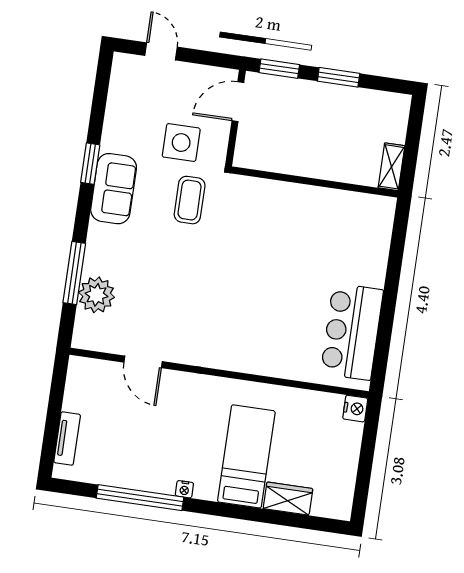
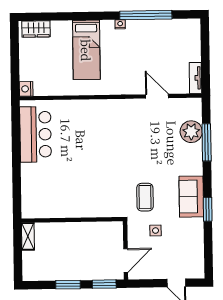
side table: (181, 143) -> (156, 231), width x0.54, depth x0.54
tv unit: (67, 438) -> (195, 78), moved
wardrobe: (288, 499) -> (36, 29), moved

